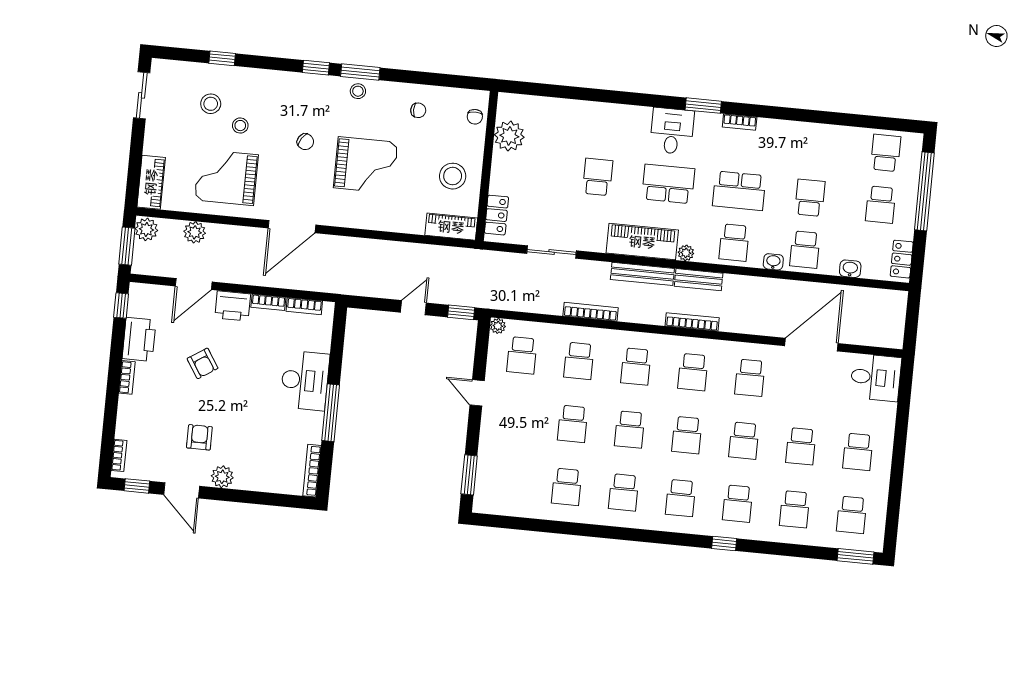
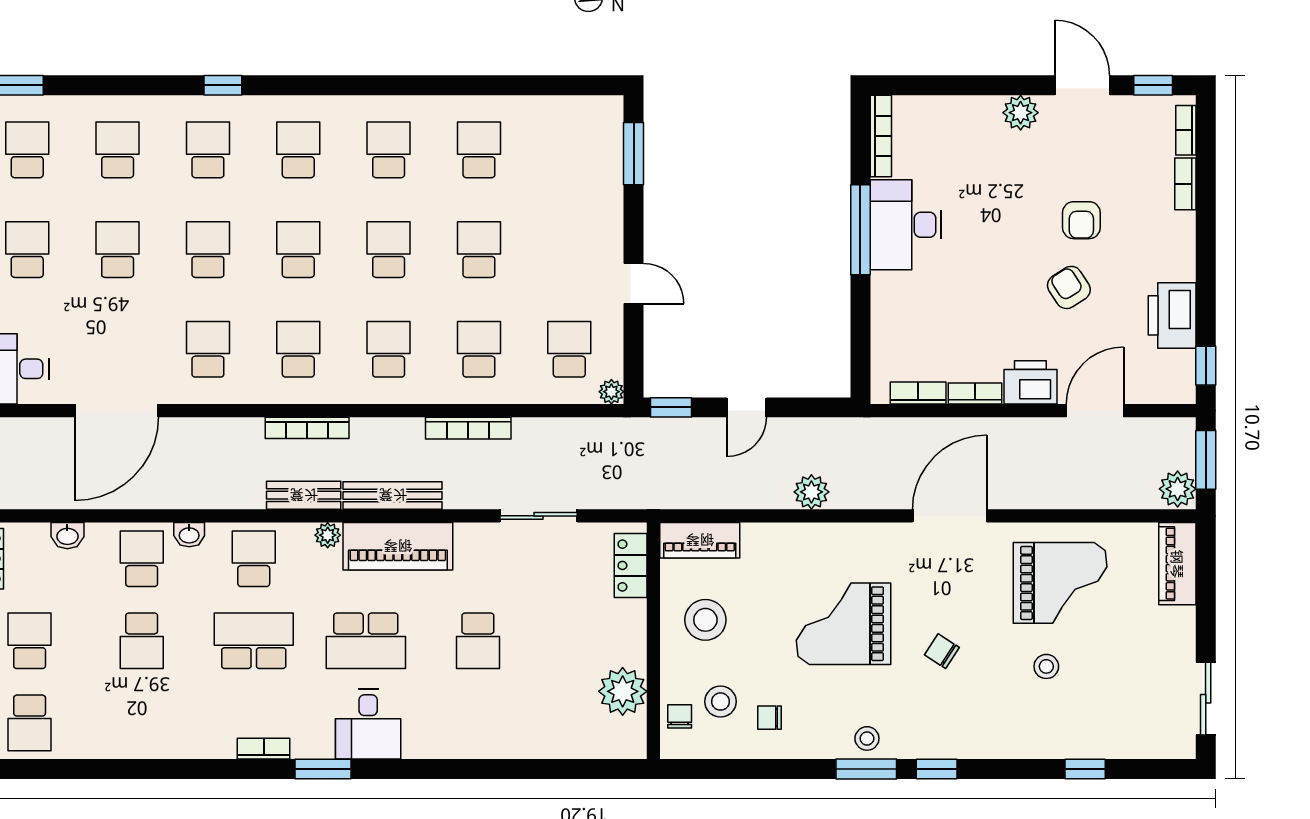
stool: (211, 104) -> (721, 702), moved
plant: (195, 232) -> (811, 492), moved
bookcase: (127, 377) -> (1185, 184), moved
desk: (305, 381) -> (906, 225), moved
armchair: (199, 437) -> (1081, 220), moved

